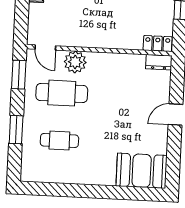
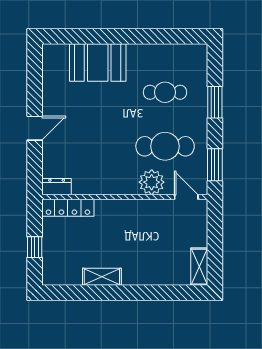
locker: (158, 43) -> (68, 208), width x1.53
booth: (142, 171) -> (98, 63), moved

